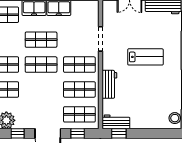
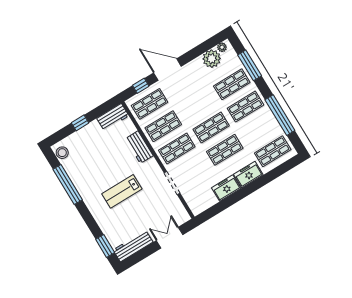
window: (18, 133) -> (194, 53), removed
window: (119, 133) -> (80, 123), moved

